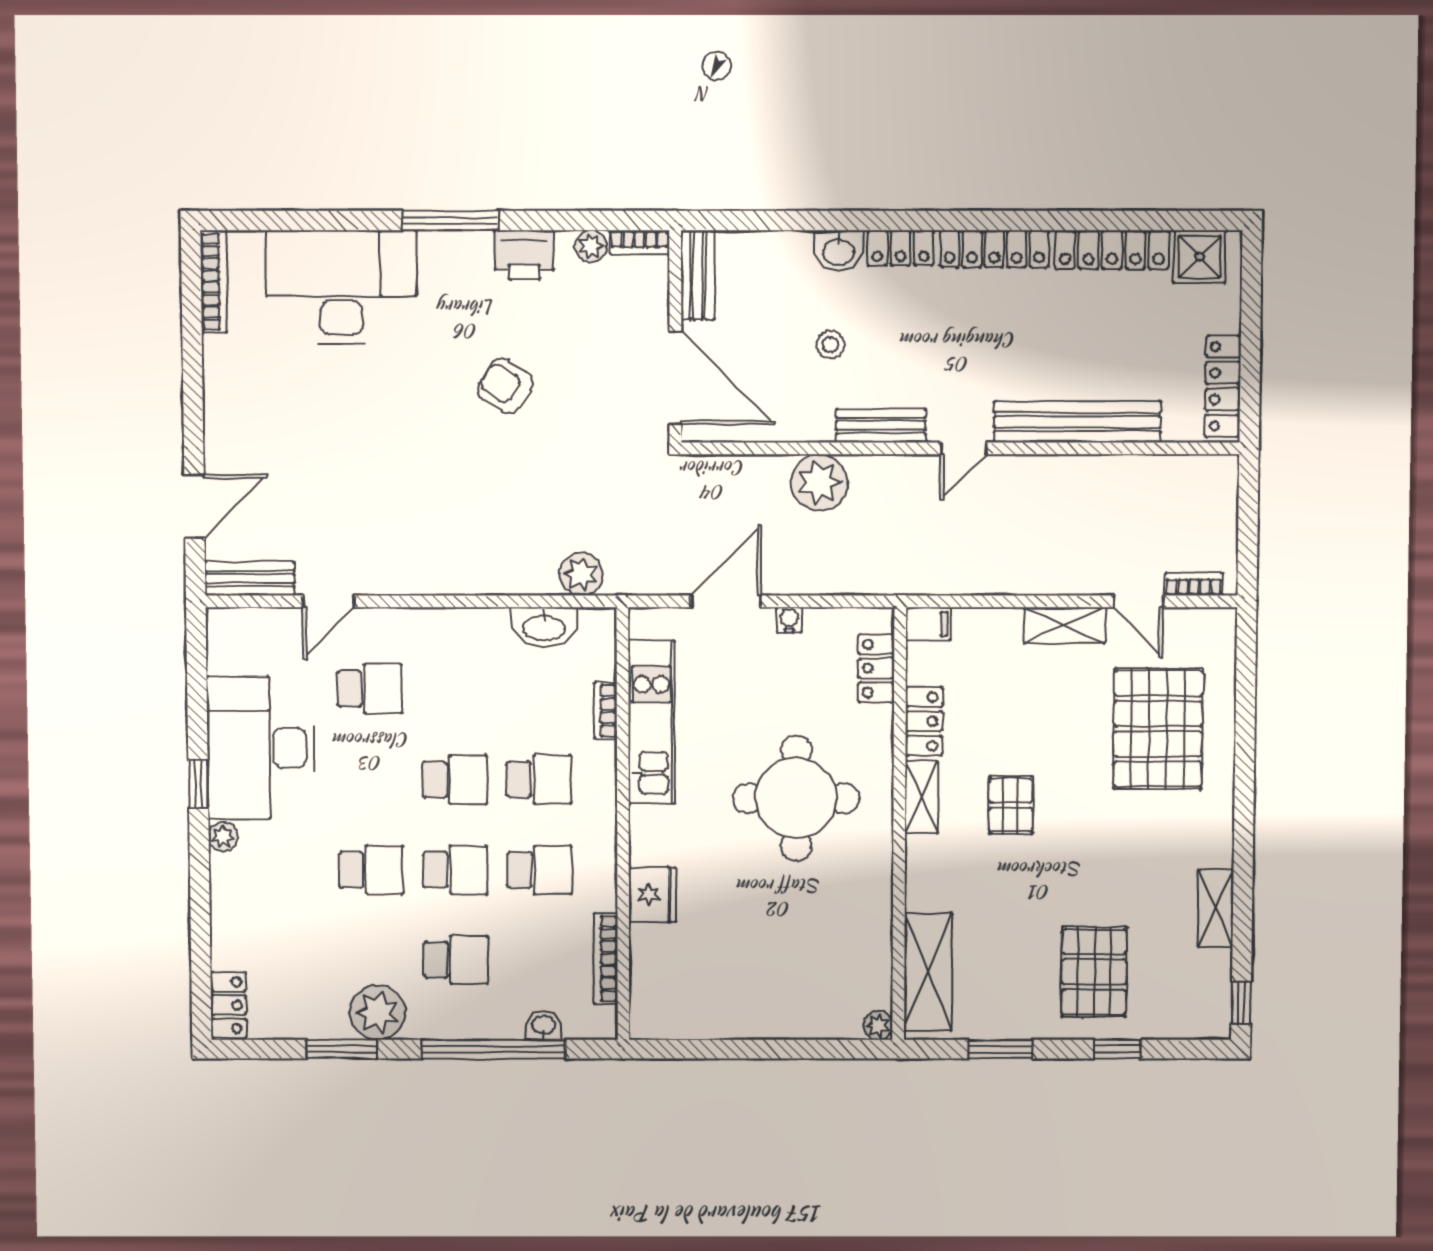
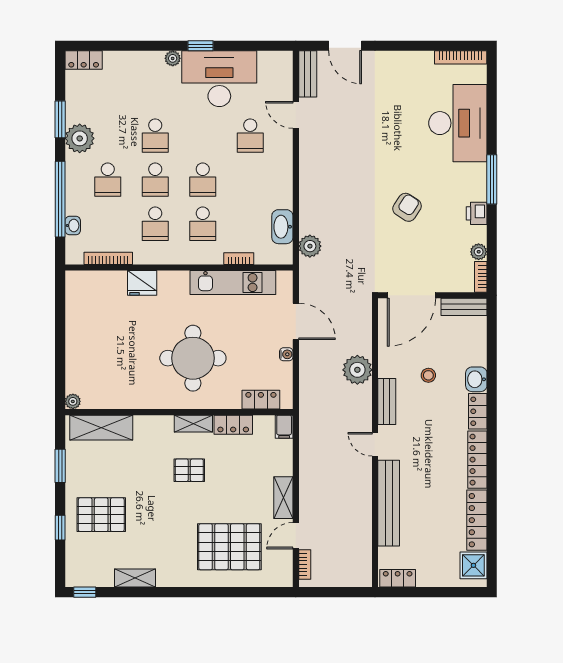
printer: (524, 255) -> (477, 213), width x0.73, depth x0.81
locker: (1223, 386) -> (398, 578), width x0.66

